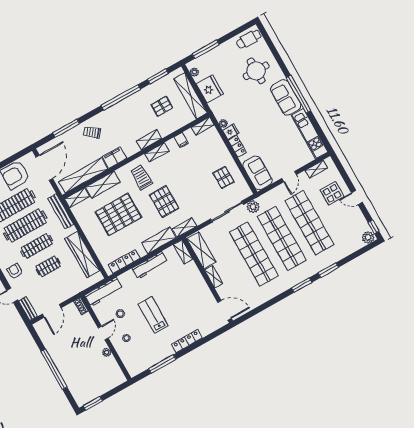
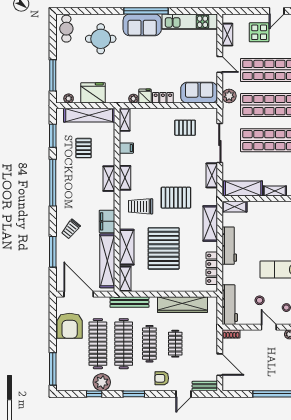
plant: (253, 207) -> (229, 96), moved
shelving: (184, 227) -> (212, 175), moved

